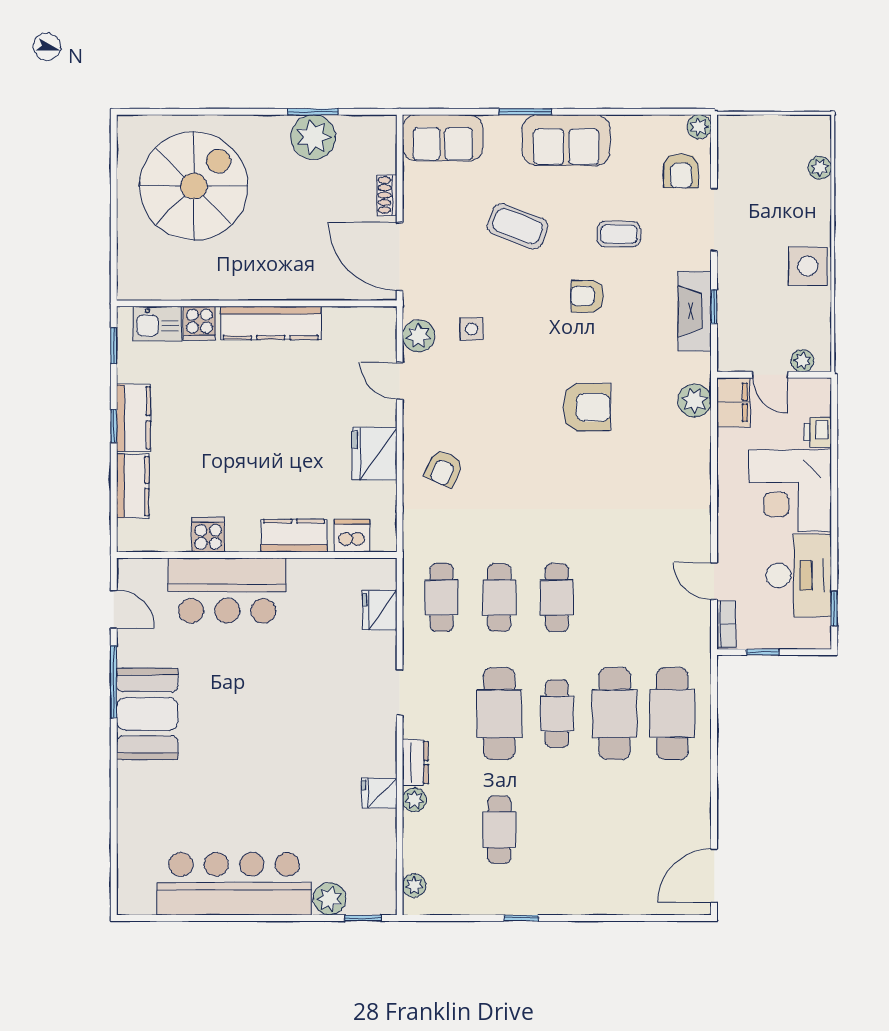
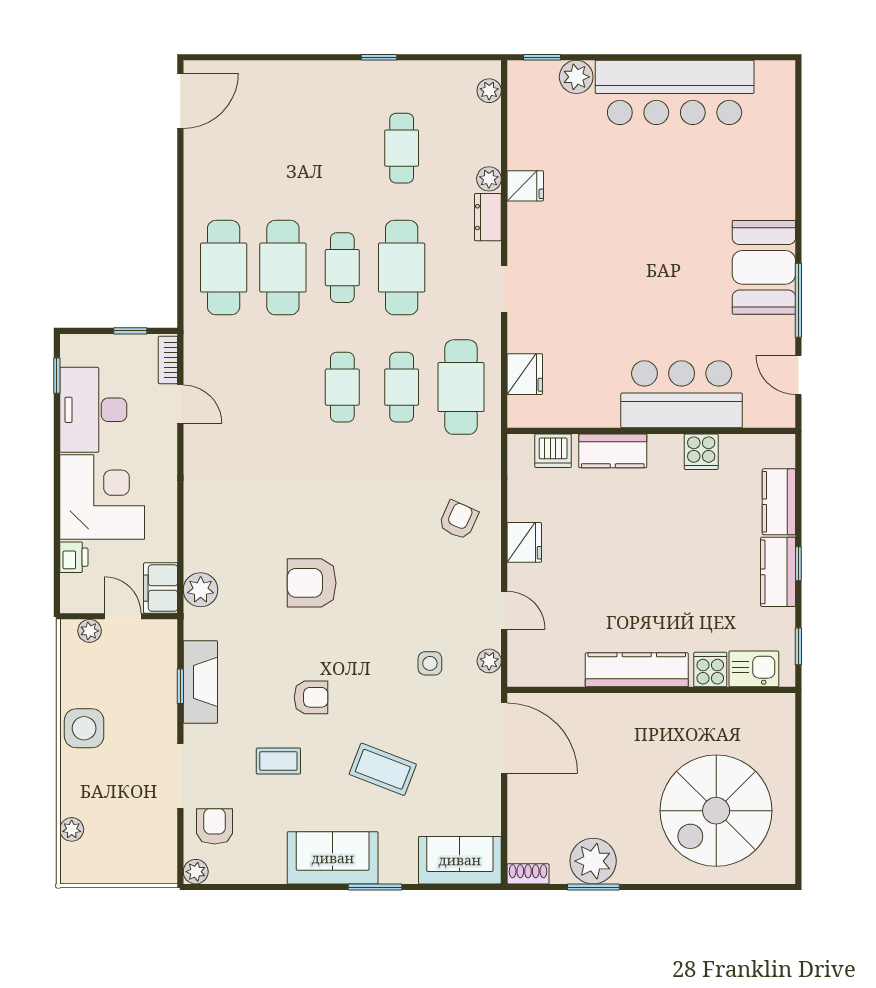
shoe rack: (387, 195) -> (528, 874), moved, turned -90
plant: (418, 336) -> (489, 661), width x0.73, depth x0.73
fridge: (374, 454) -> (524, 542), width x0.73, depth x0.75
cafe table: (442, 598) -> (461, 387), width x1.37, depth x1.35

